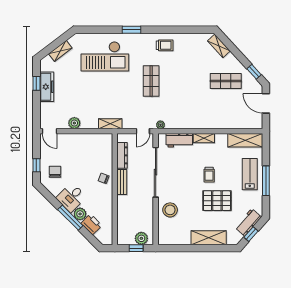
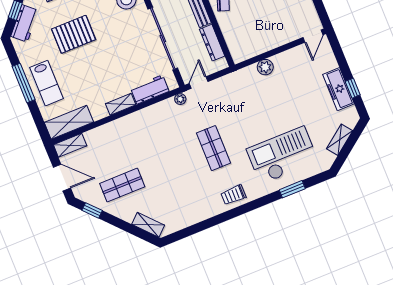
window: (132, 30) -> (292, 189), moved
trolley: (165, 45) -> (233, 195), moved
plant: (74, 123) -> (265, 67), moved
shelving: (110, 124) -> (70, 145), moved
door: (50, 131) -> (313, 36), swing flipped
trolley: (209, 175) -> (96, 62), removed

